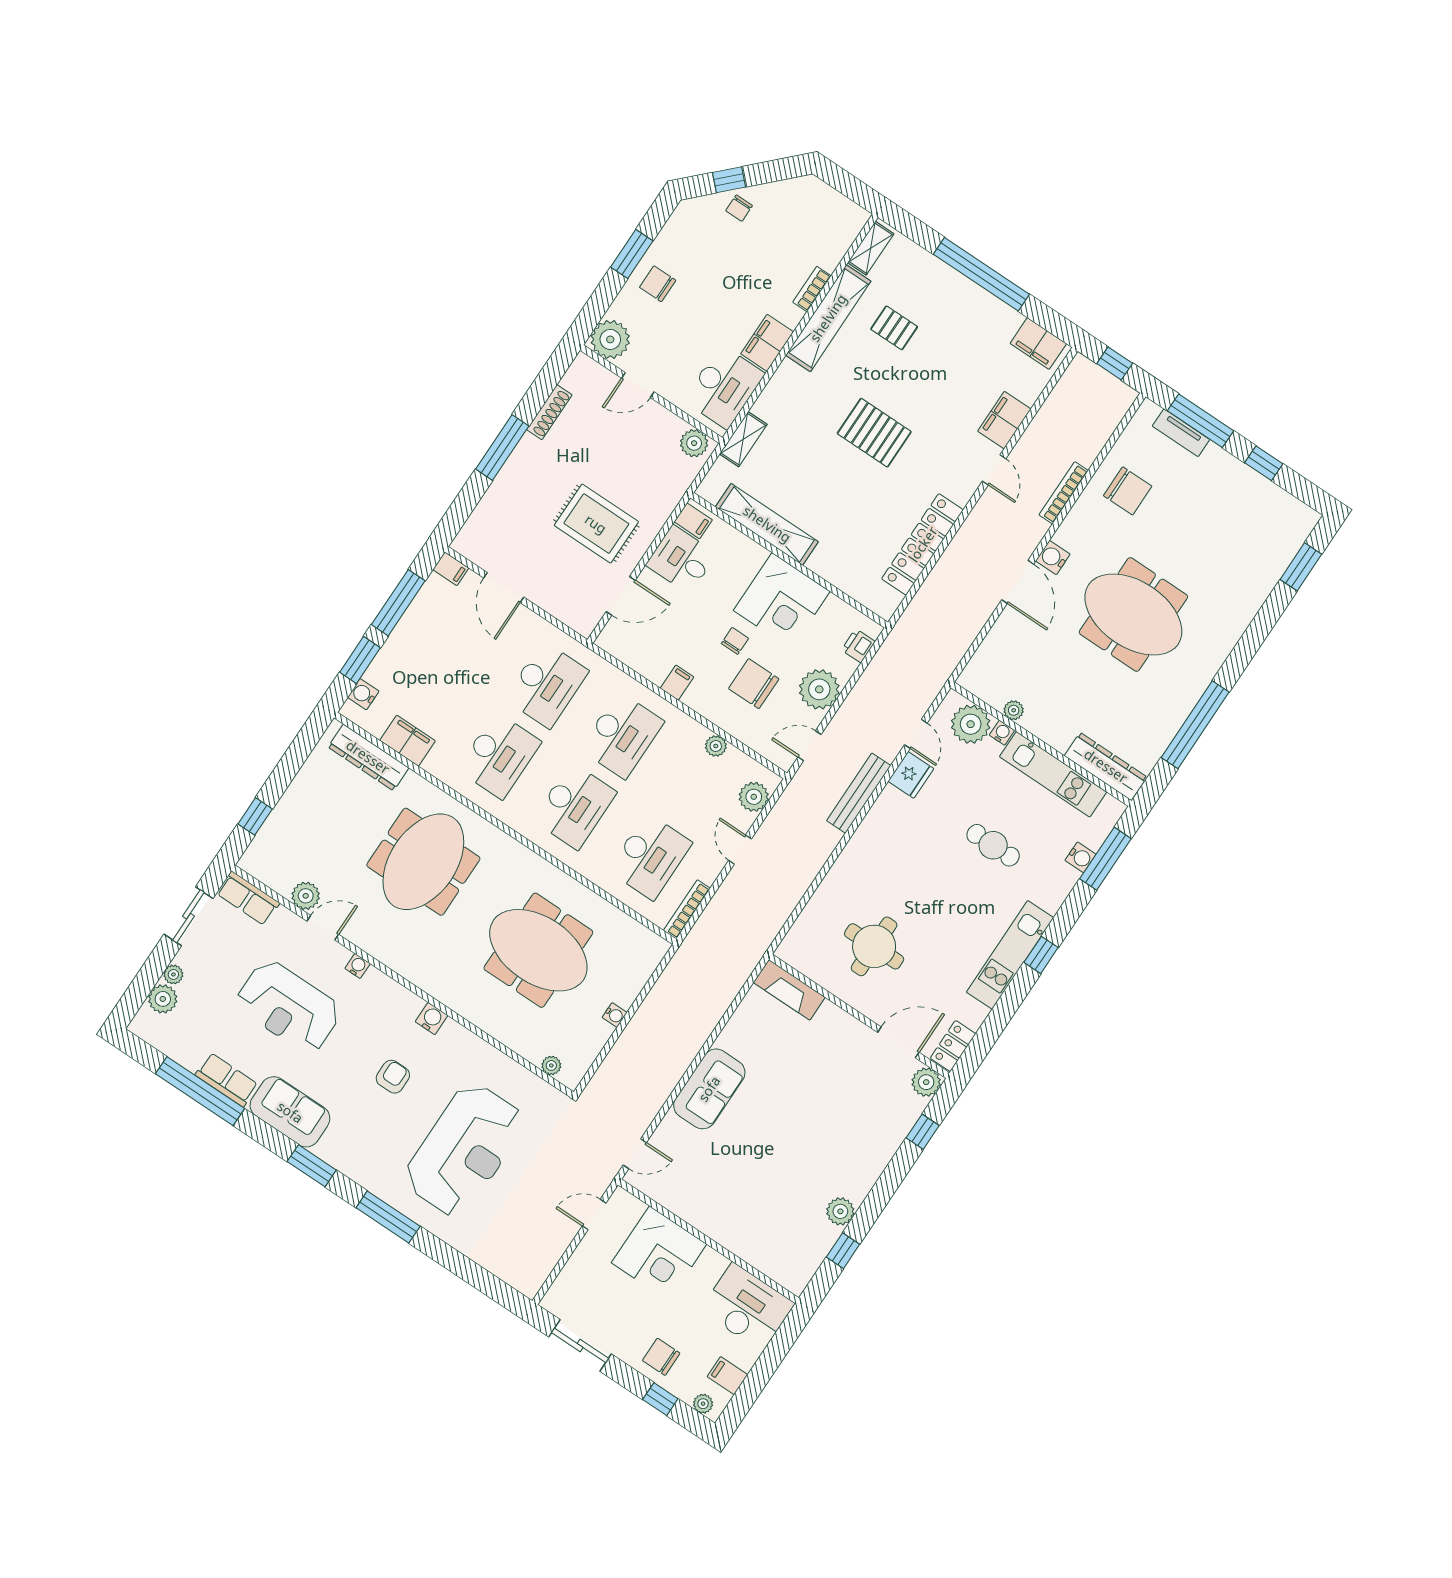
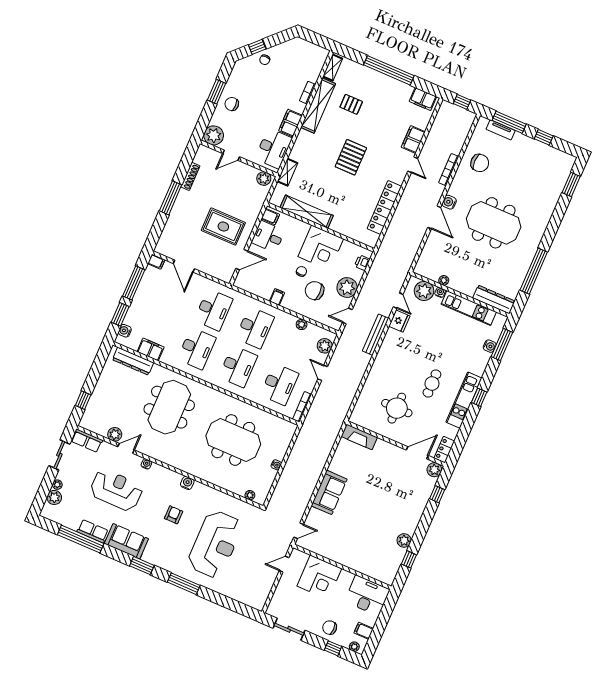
pallet: (874, 433) -> (351, 157), turned 90
cafe table: (993, 845) -> (432, 384), moved, turned 90
reception desk: (288, 1007) -> (116, 490), turned 180

